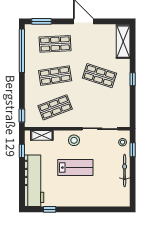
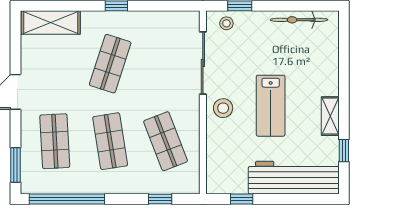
window: (22, 115) -> (160, 199), moved
shelving: (42, 135) -> (330, 116), moved
lab bench: (75, 168) -> (271, 106), turned 180
bicycle: (125, 171) -> (299, 20), moved

